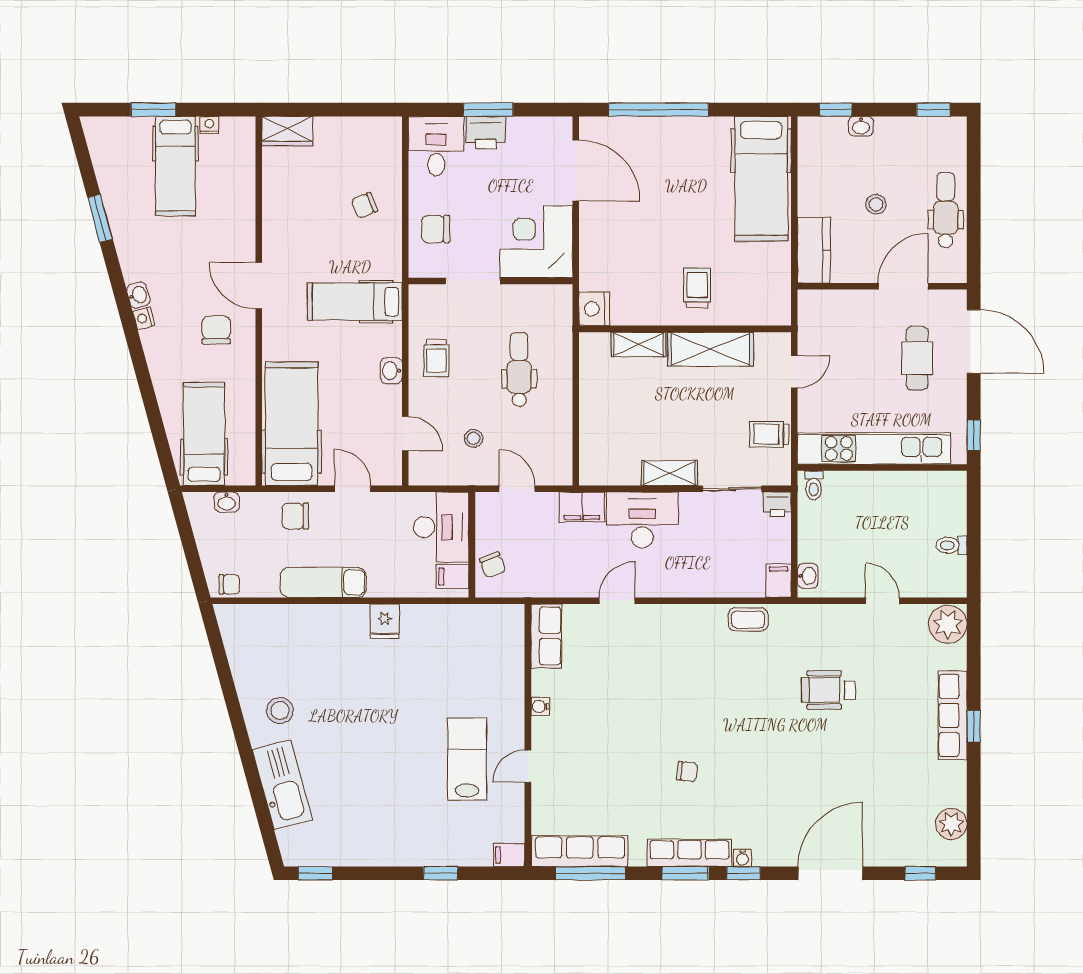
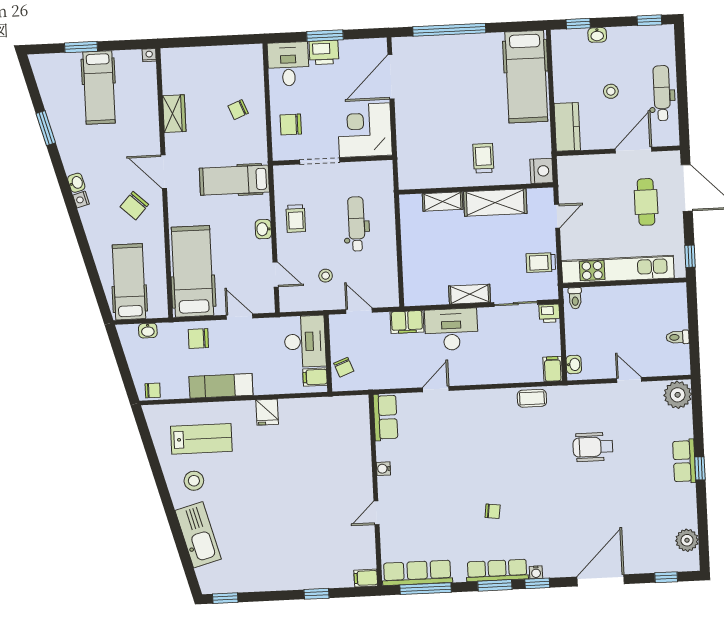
nightstand: (209, 125) -> (149, 55), moved
wardrobe: (287, 131) -> (174, 114), moved, turned -90
door: (576, 170) -> (391, 77), swing flipped
nightstand: (594, 309) -> (542, 171), moved, turned 180
chair: (216, 330) -> (134, 206), turned -137
row of seats: (953, 715) -> (684, 461), width x0.68
lab bench: (467, 759) -> (201, 439), moved, turned 90

